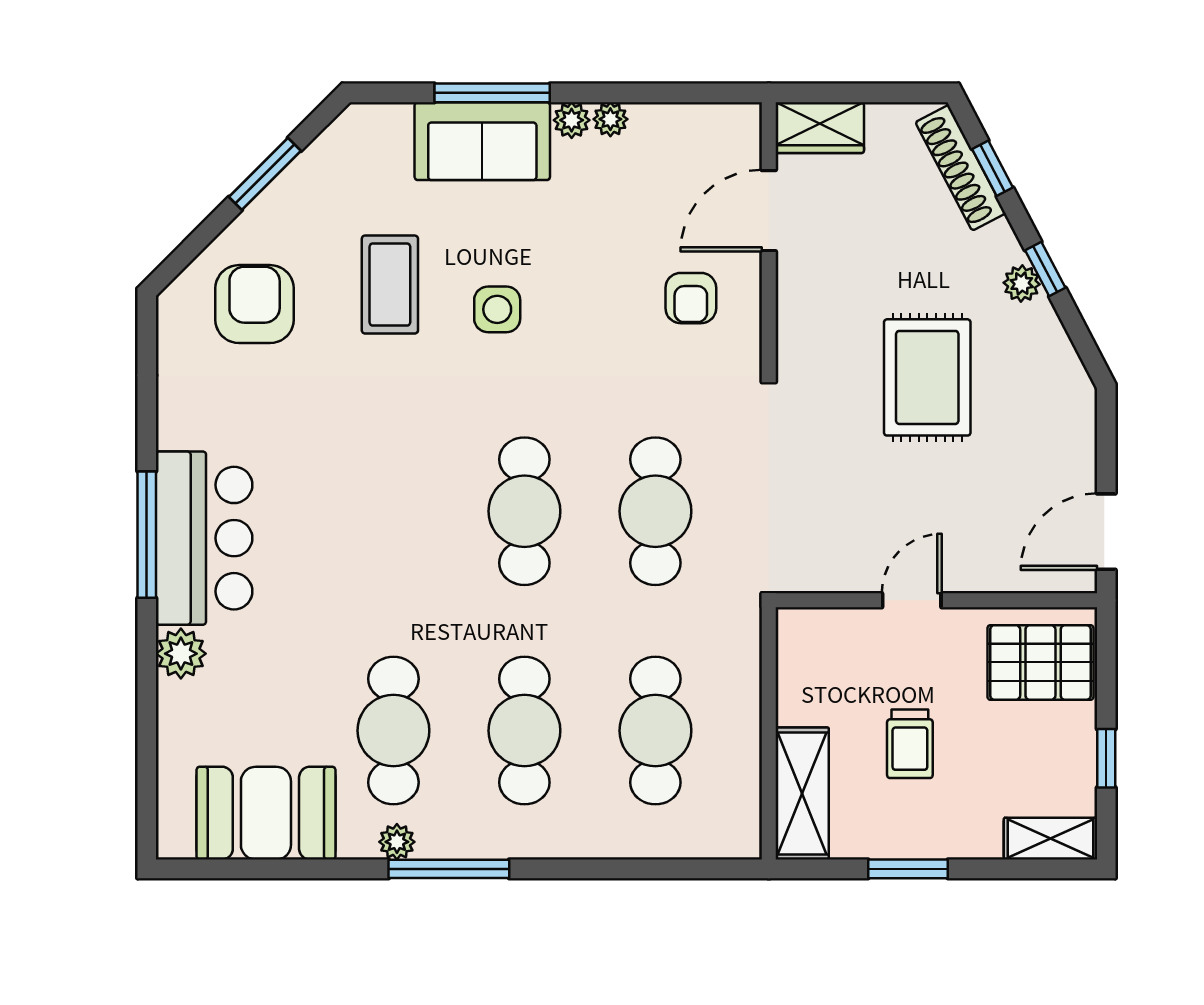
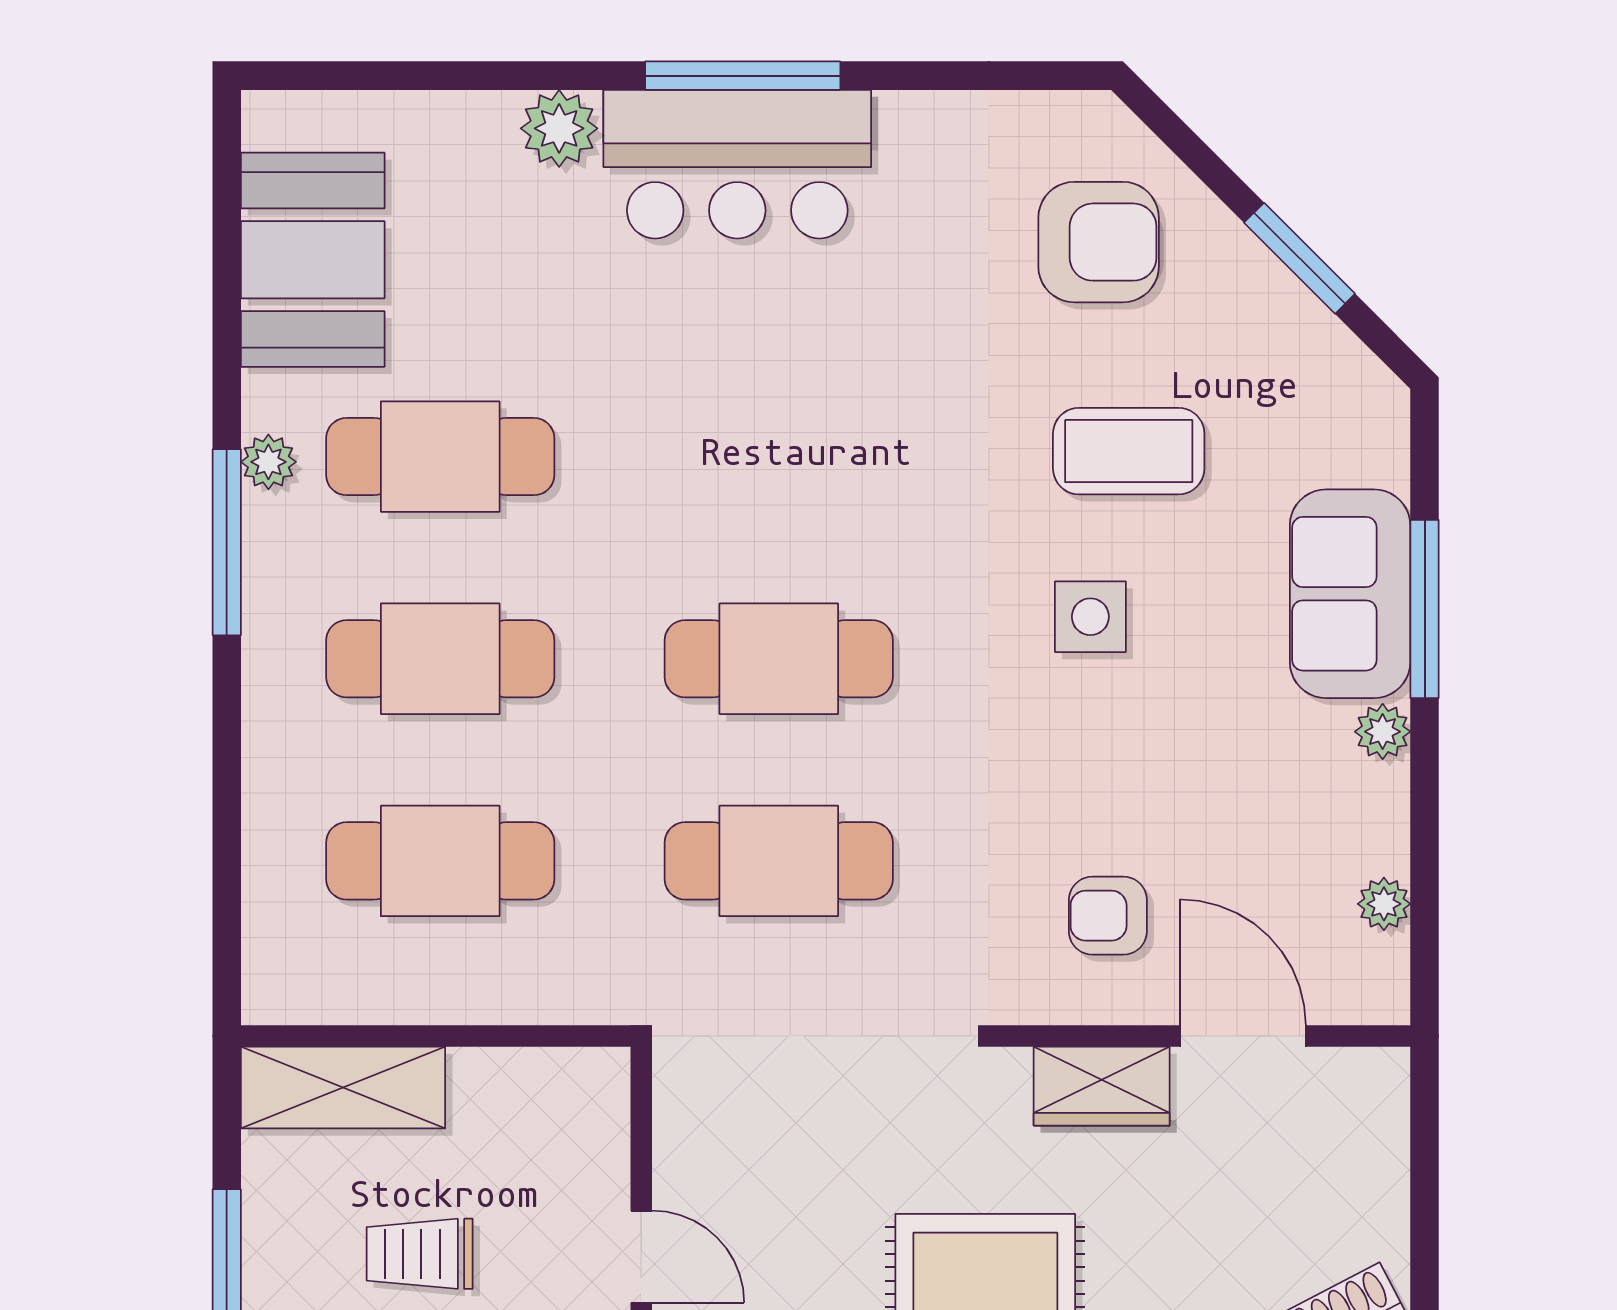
plant: (610, 119) -> (1384, 904), moved
wardrobe: (820, 128) -> (1102, 1086), moved, turned -90

